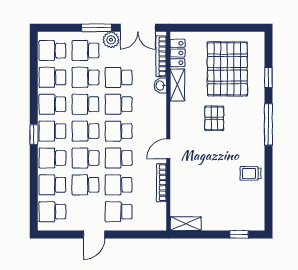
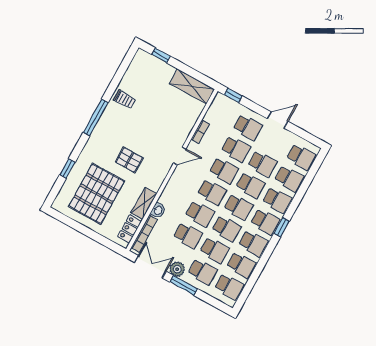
pallet: (214, 118) -> (129, 160), turned 90
window: (268, 125) -> (96, 118), moved
bookcase: (162, 183) -> (200, 132), width x0.64
shelving: (186, 224) -> (192, 86), width x1.50, depth x1.33
window: (149, 234) -> (233, 95), added

